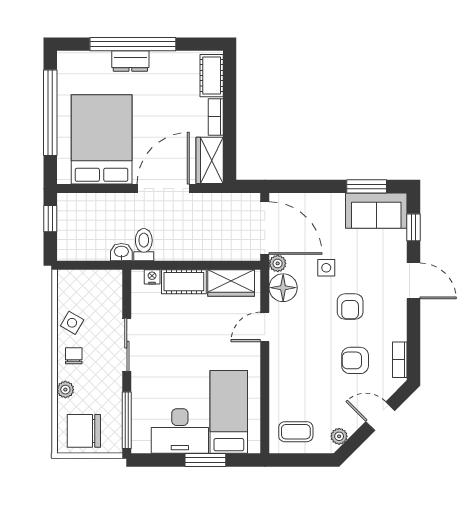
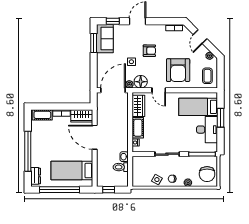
dresser: (130, 61) -> (36, 176), moved
bed: (102, 139) -> (72, 171), width x0.67
toilet: (144, 245) -> (121, 167), moved
armchair: (355, 360) -> (178, 70), moved, width x1.88, depth x1.88

